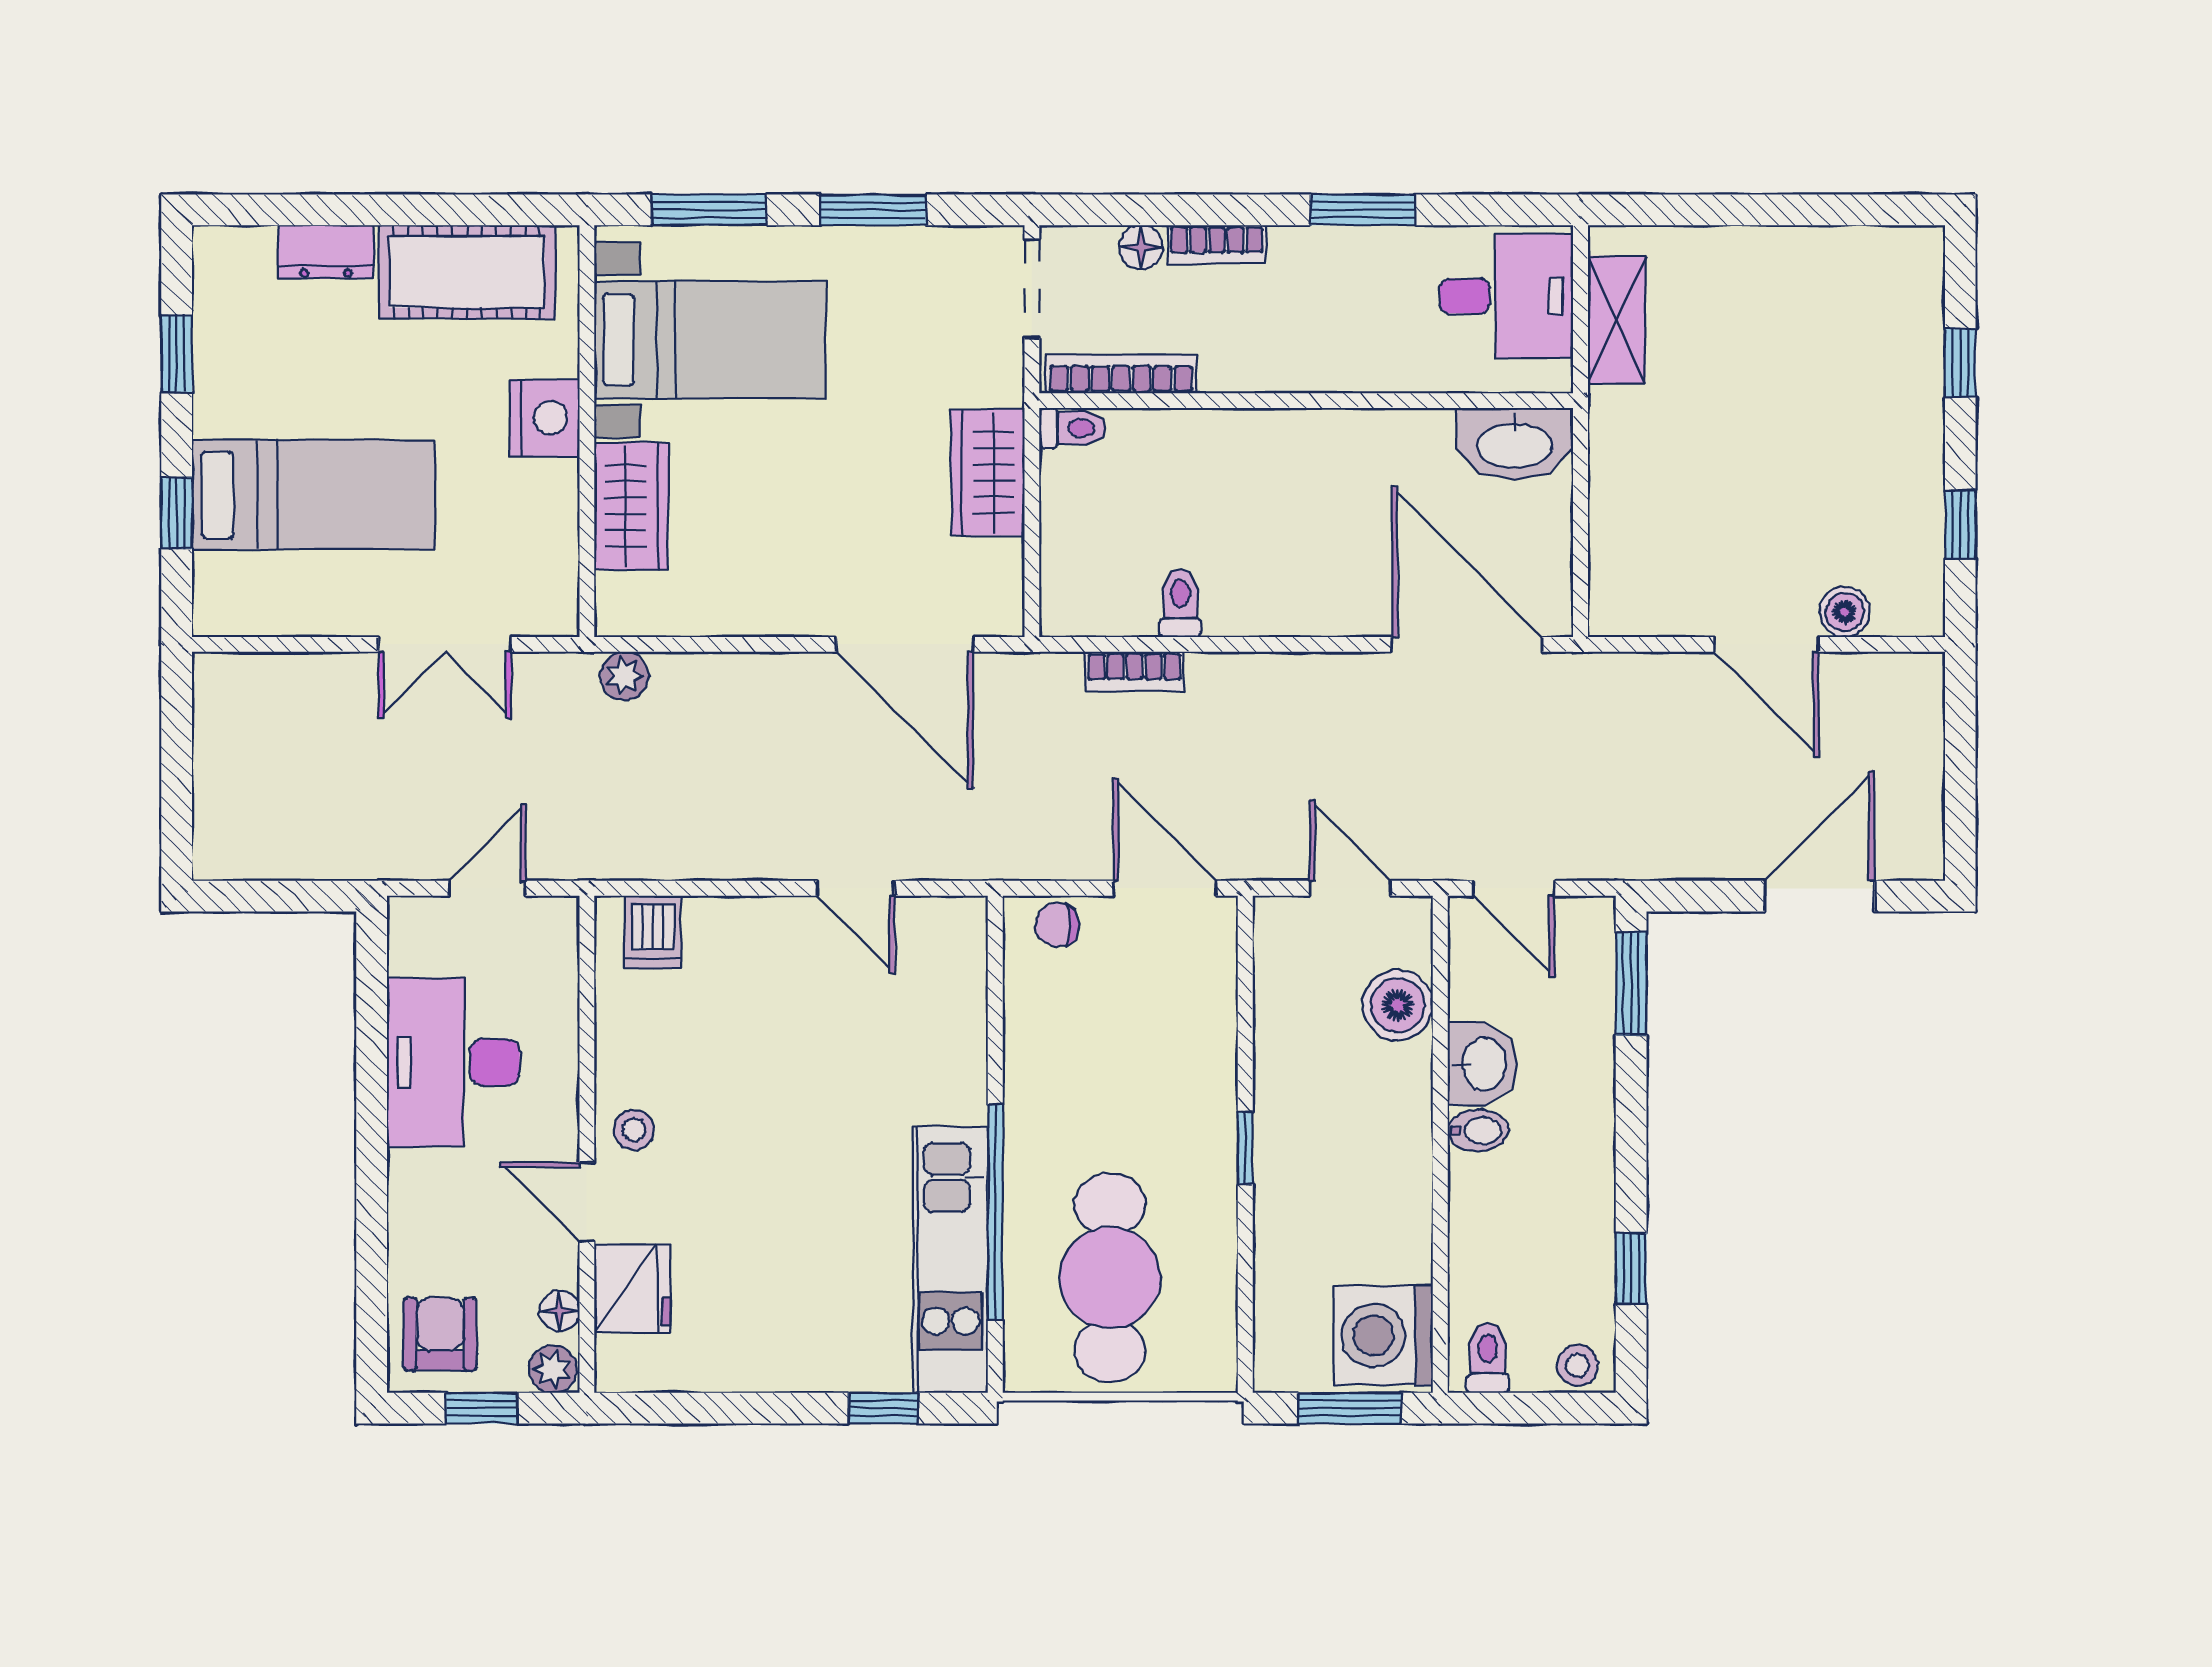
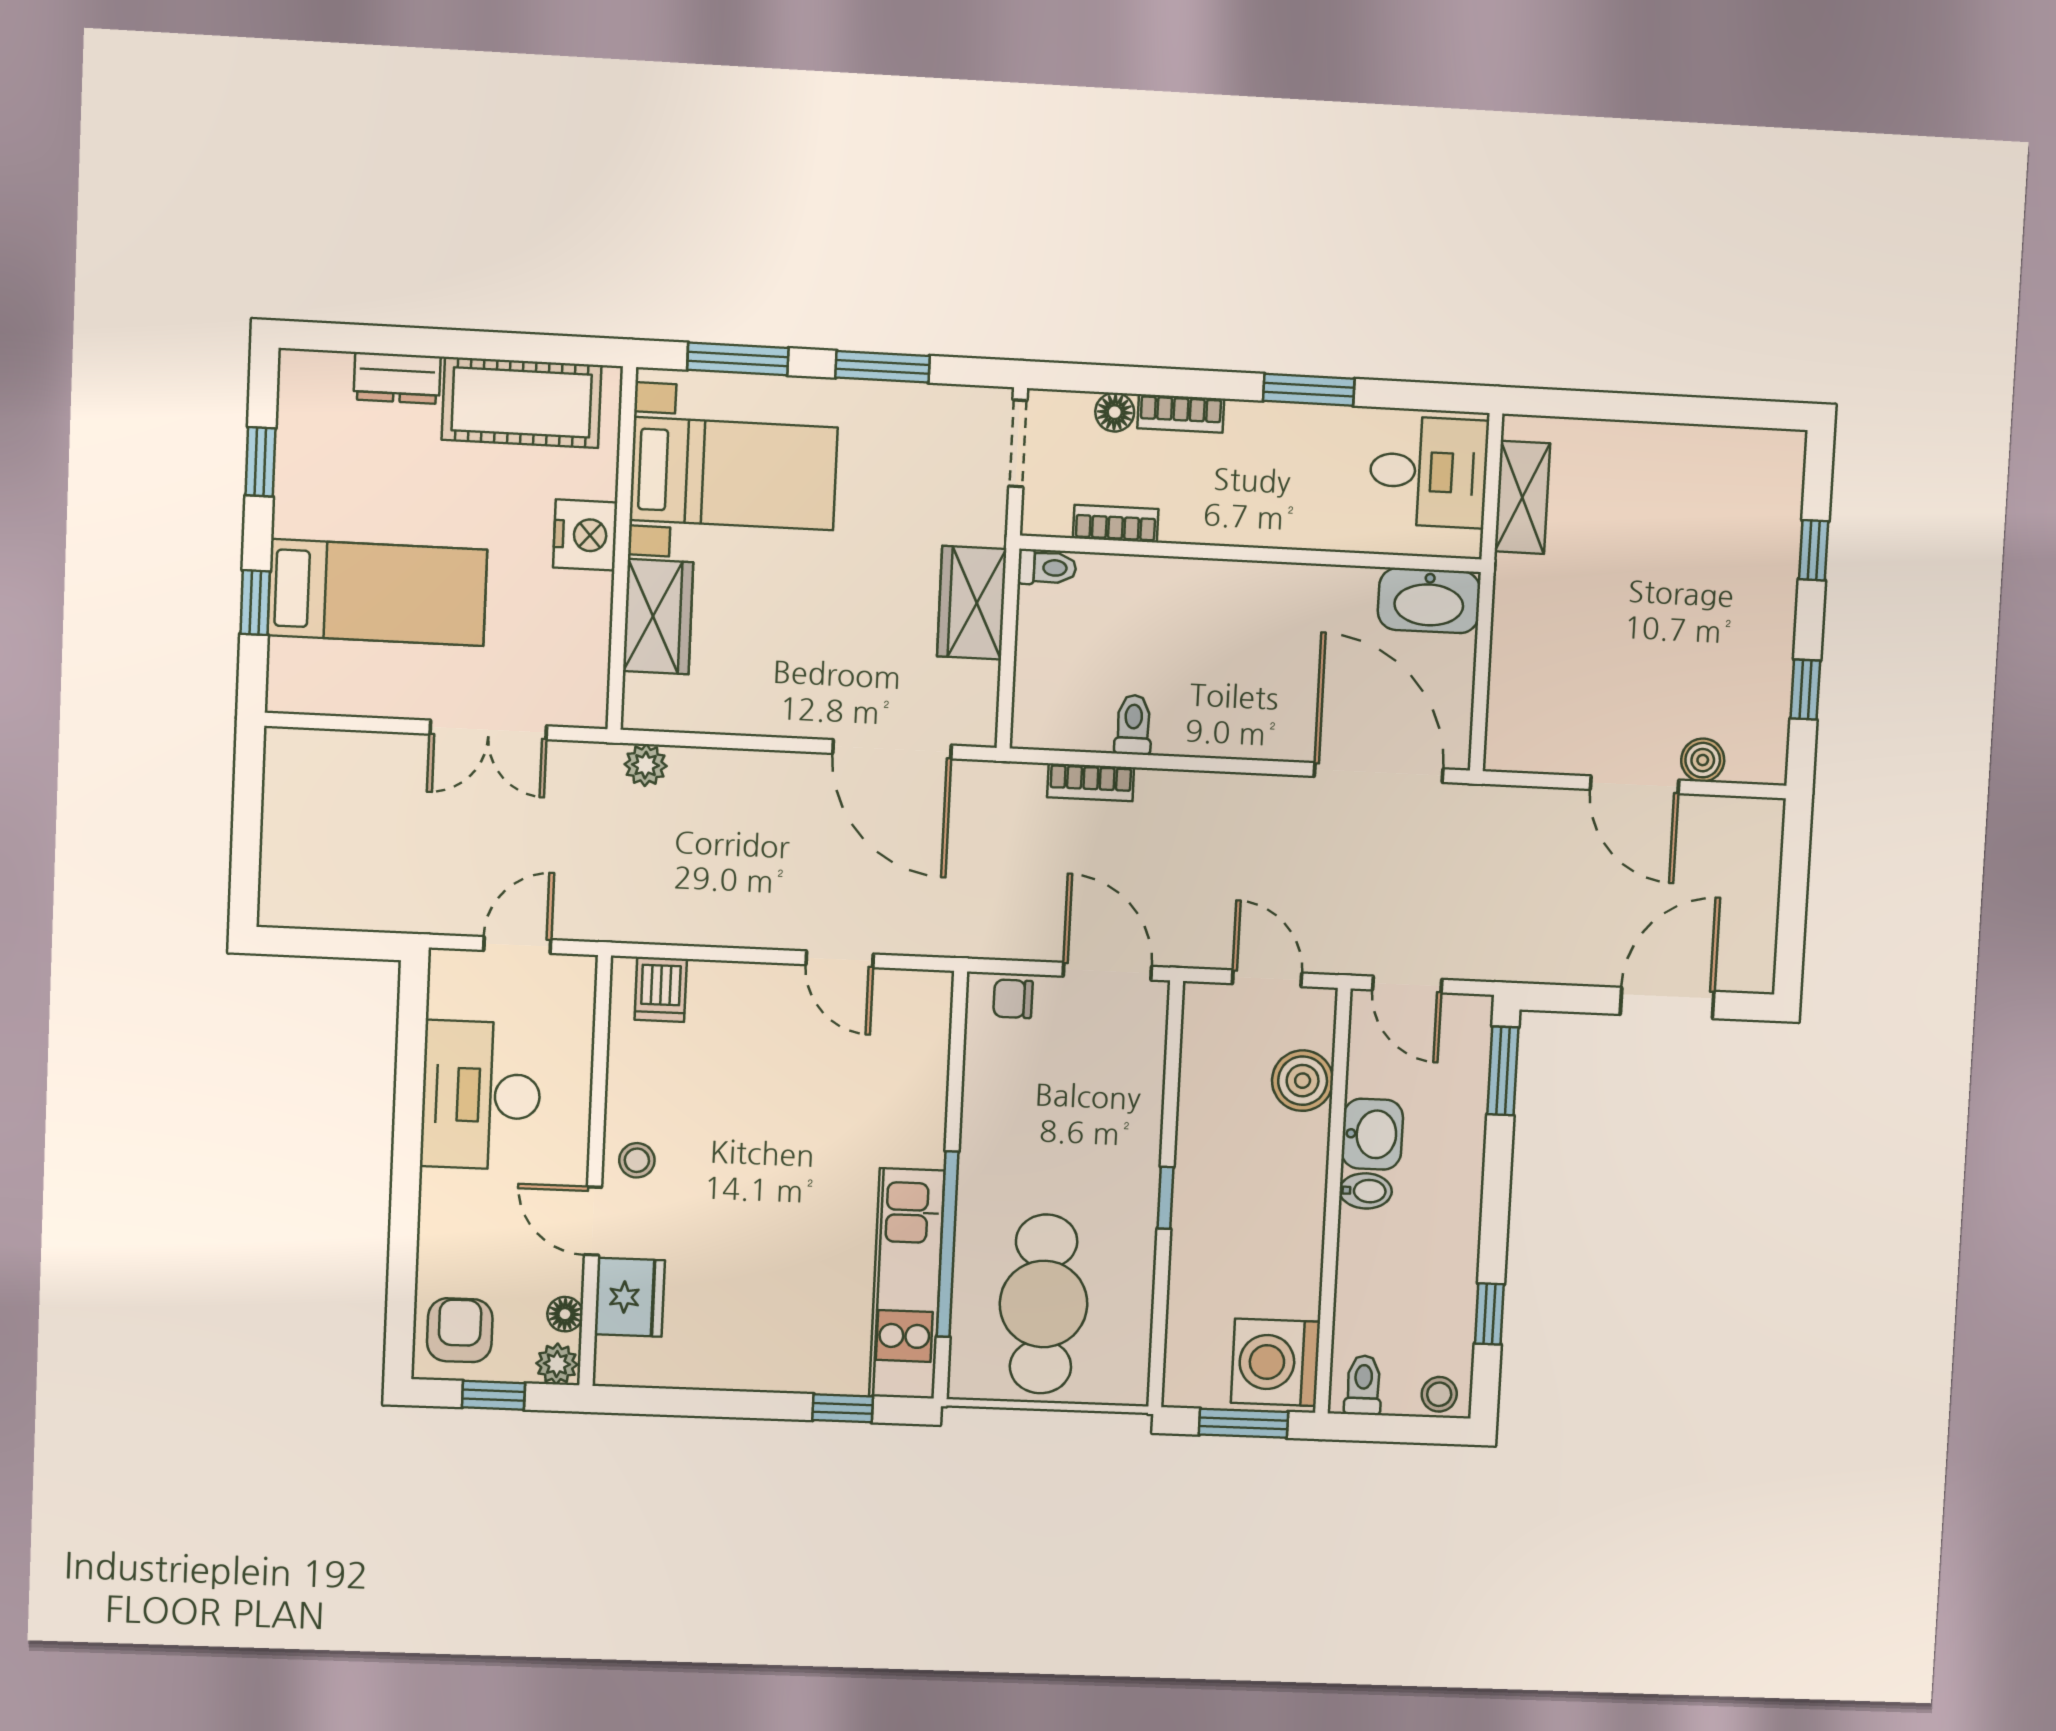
bookcase: (1121, 374) -> (1116, 524), width x0.64

